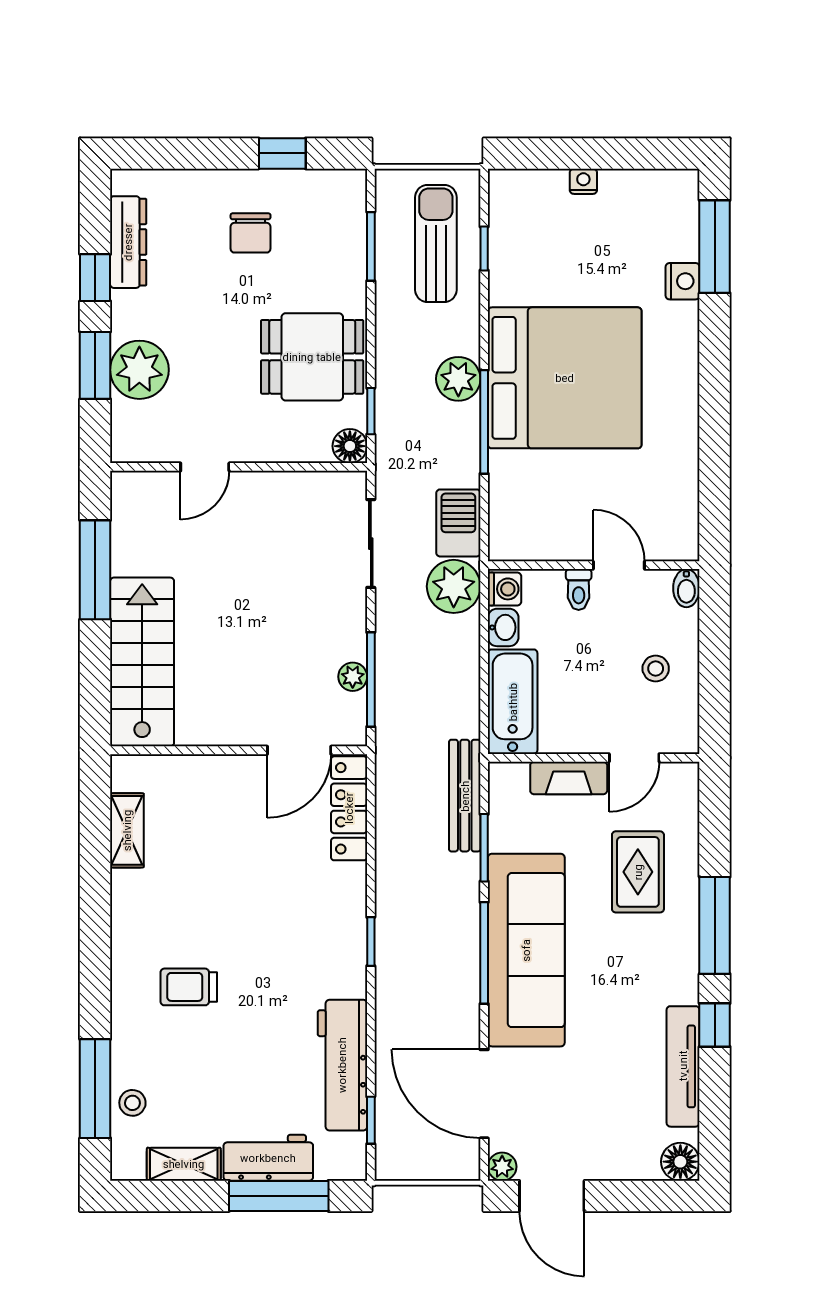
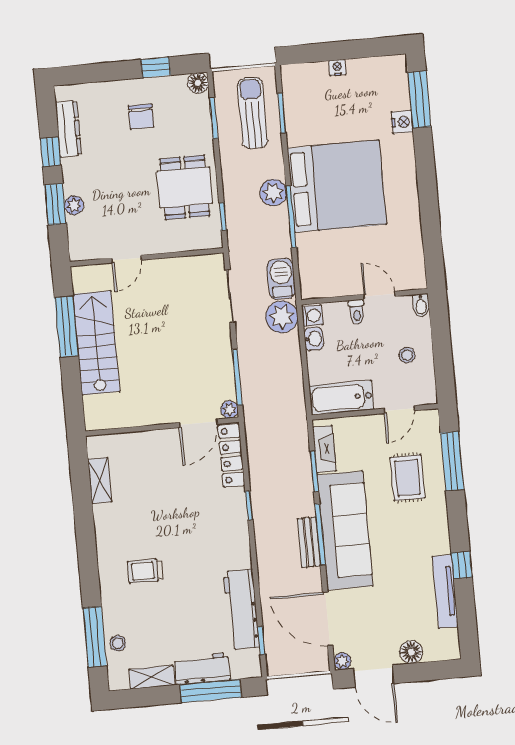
window: (484, 248) -> (282, 113), width x1.50
dining table: (312, 357) -> (185, 187), turned 90
plant: (139, 370) -> (74, 205), width x0.53, depth x0.53
floor lamp: (350, 446) -> (198, 83), moved
stairs: (142, 662) -> (96, 343), moved
plant: (353, 677) -> (229, 410), moved
bathtub: (513, 702) -> (341, 398), moved, turned -90
fireplace: (569, 778) -> (324, 449), moved, turned -90
bench: (465, 796) -> (309, 542), moved, width x0.73
window: (715, 925) -> (452, 461), moved
window: (371, 941) -> (249, 506), moved
floor lamp: (680, 1162) -> (411, 652), moved

